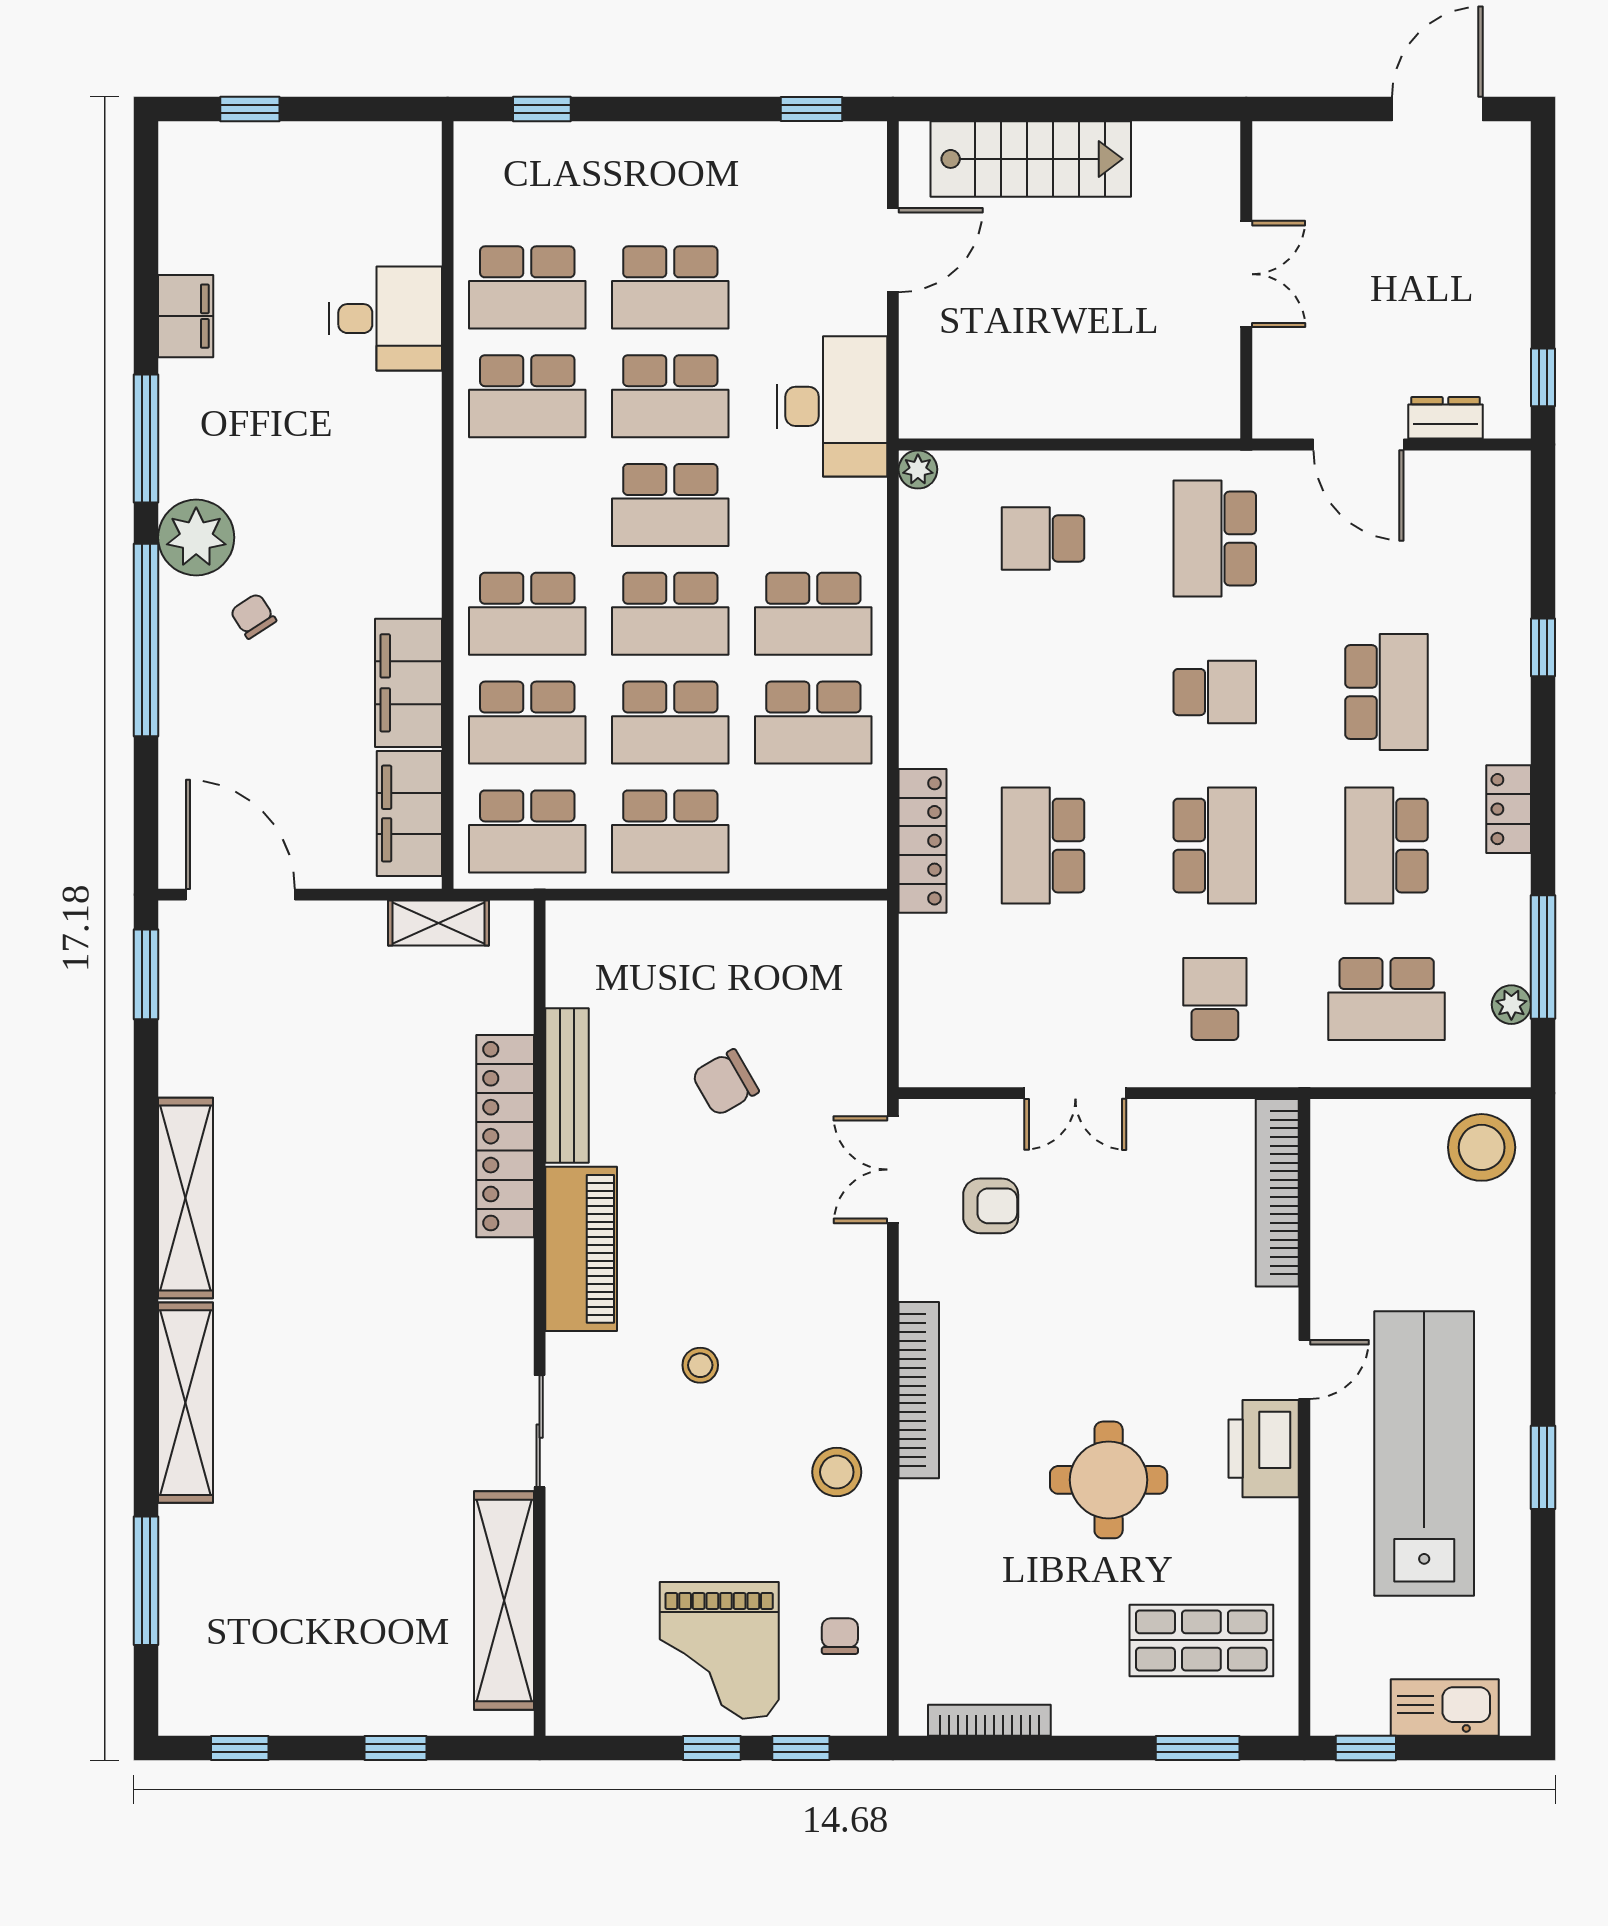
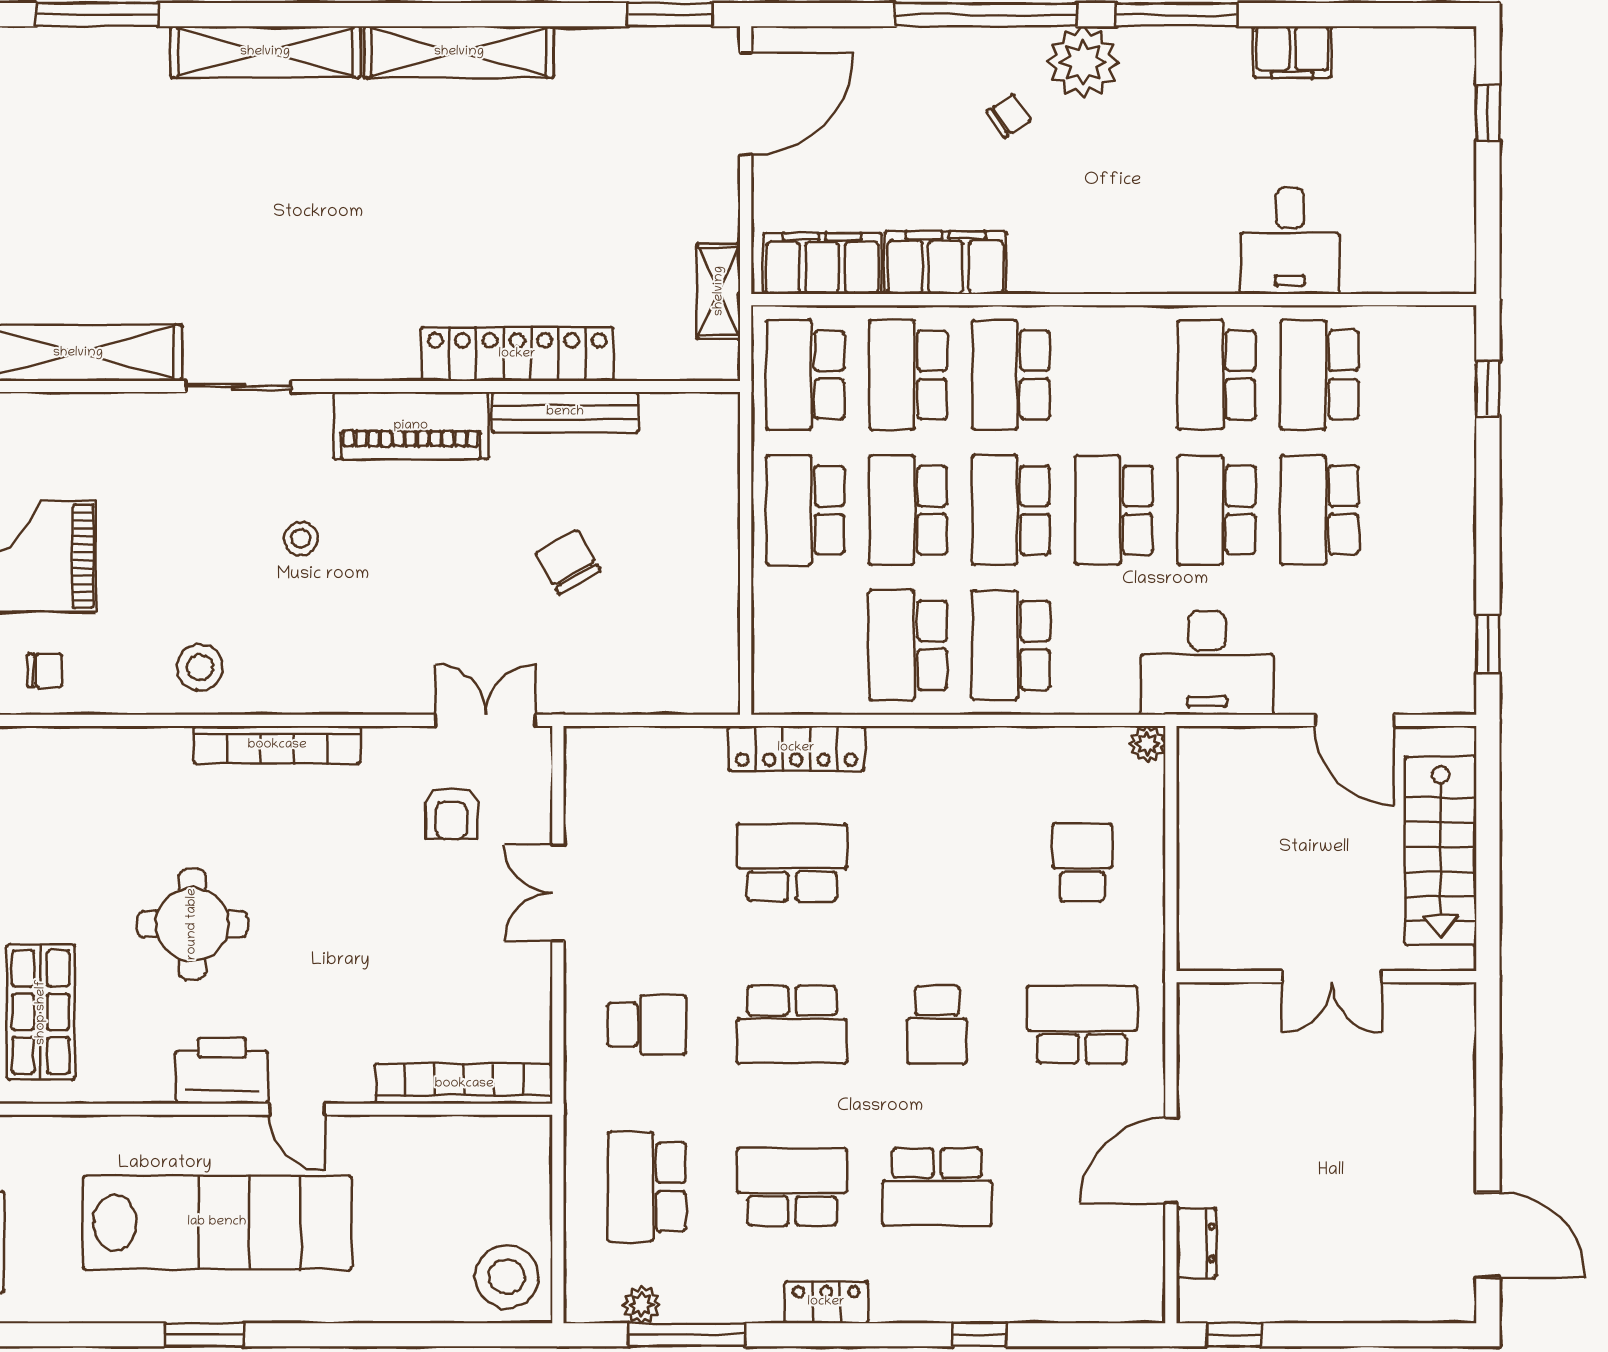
double door: (1246, 274) -> (1332, 977), moved
wall: (1246, 280) -> (1326, 977), moved

